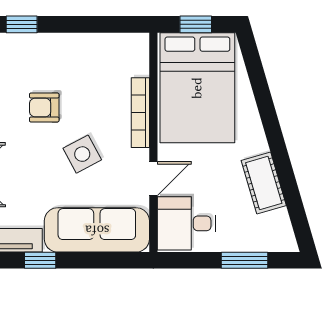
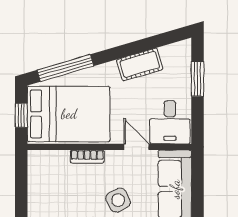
window: (259, 83) -> (65, 68), added
bookcase: (140, 113) -> (87, 157), width x0.64

